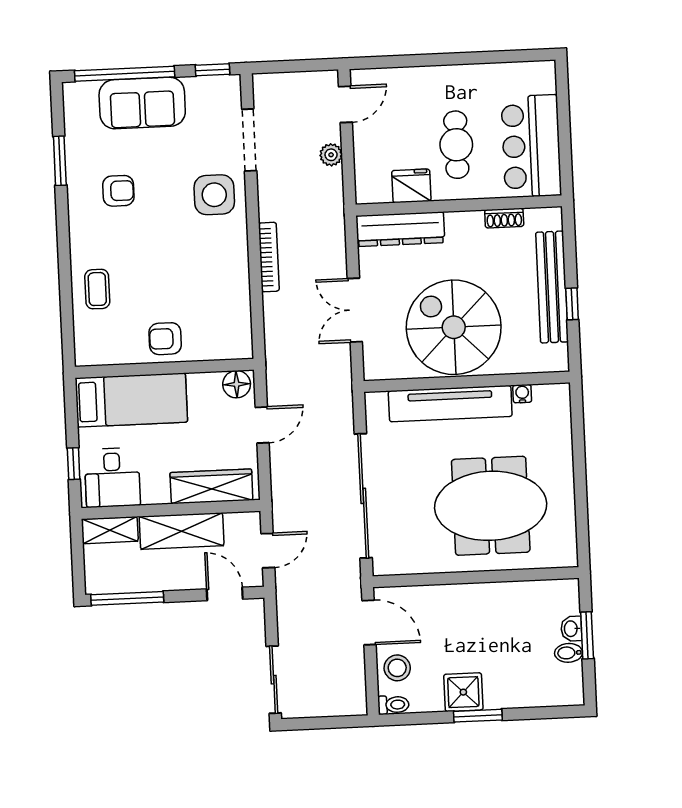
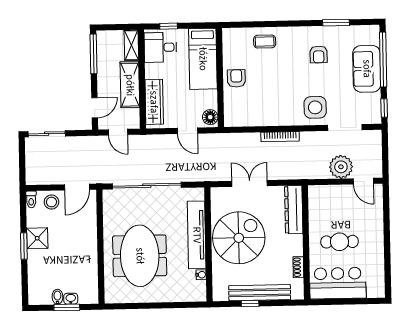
plant: (331, 155) -> (341, 167), width x1.88, depth x1.88
fridge: (411, 186) -> (317, 216), removed

